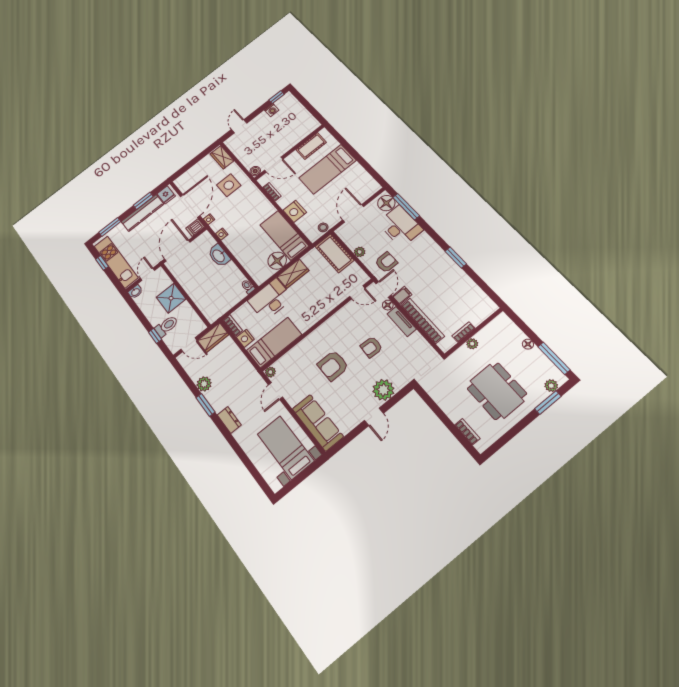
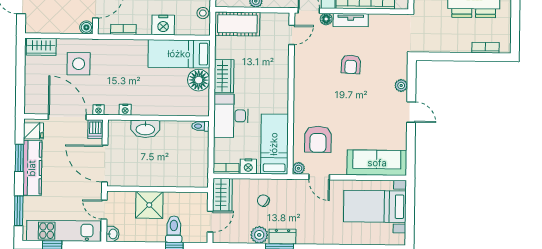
armchair: (333, 366) -> (318, 139), moved
chair: (230, 367) -> (263, 201), added
plant: (383, 390) -> (401, 85), width x0.53, depth x0.53
dresser: (229, 420) -> (282, 236), moved

